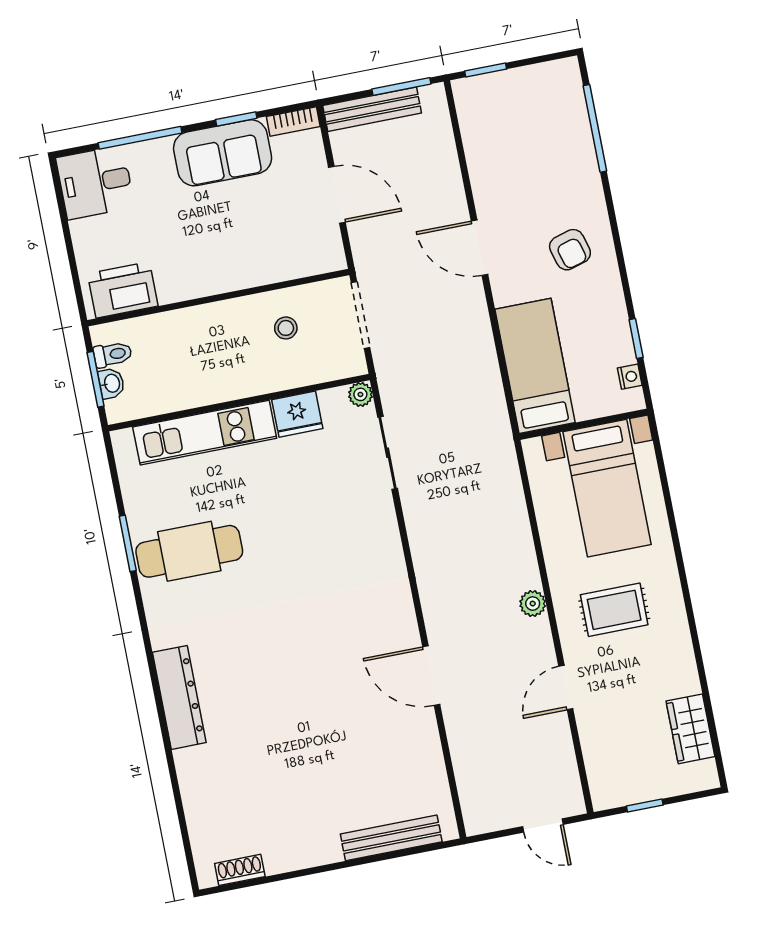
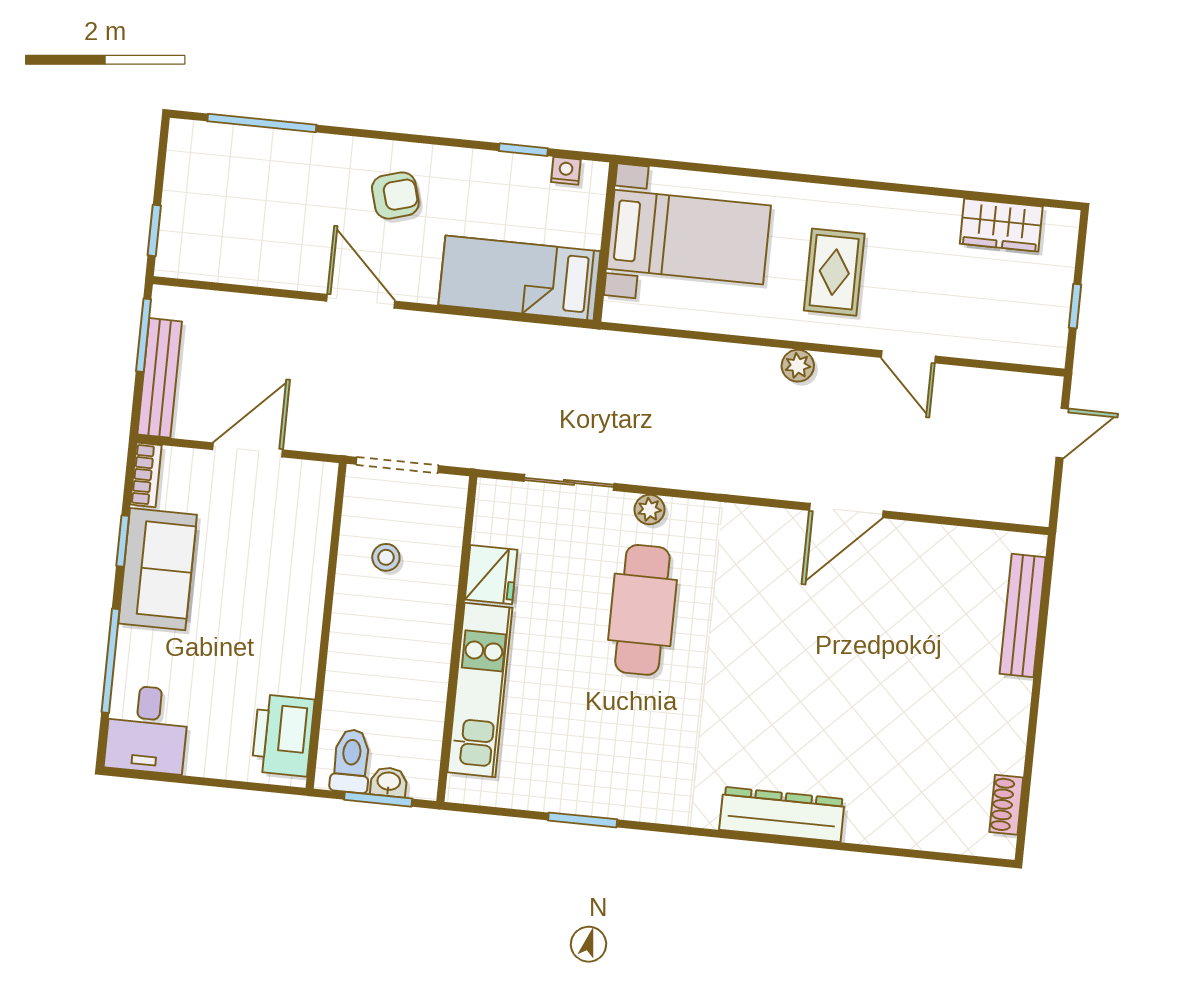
door: (479, 248) -> (361, 301), swing flipped
toilet: (113, 354) -> (351, 761), width x1.37, depth x1.39
plant: (360, 394) -> (650, 510), moved
cafe table: (189, 551) -> (642, 610), moved

